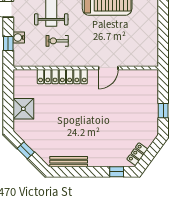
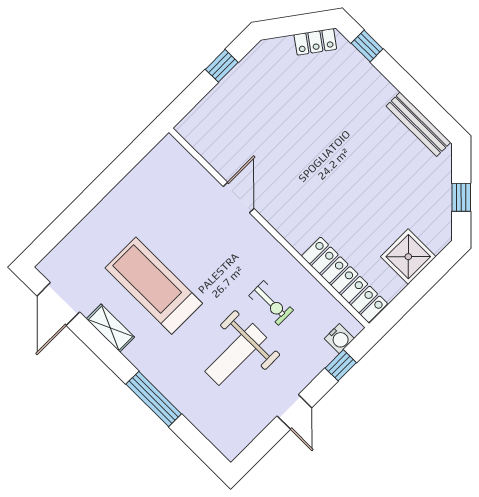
water cooler: (19, 37) -> (339, 339), moved
door: (108, 68) -> (239, 197), hinge flipped
locker: (62, 77) -> (344, 280), moved

